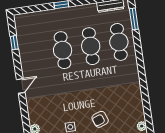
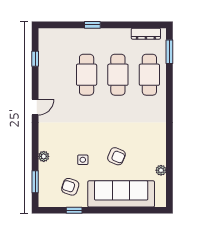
armchair: (100, 119) -> (116, 156), turned -137

